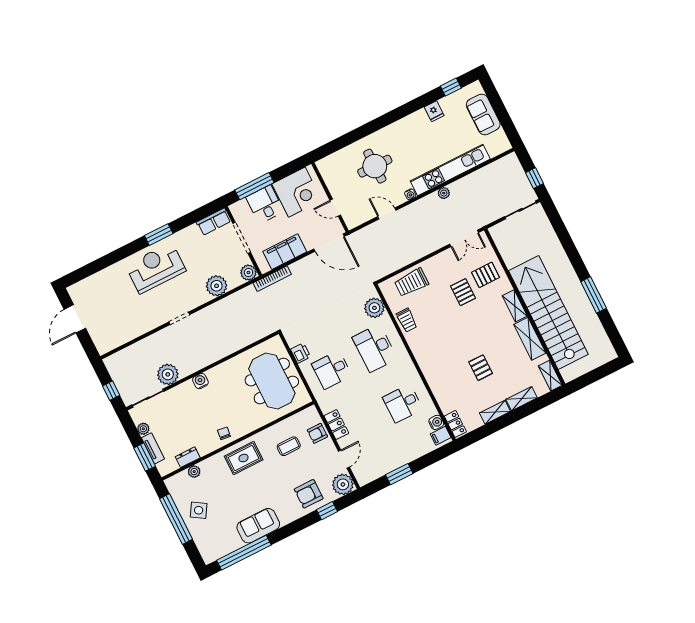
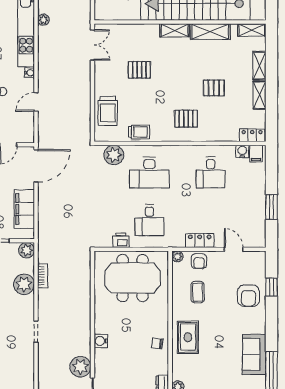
plant: (444, 193) -> (43, 20), moved
pallet: (485, 275) -> (186, 119), moved, turned 90
bookcase: (272, 279) -> (43, 276), moved, width x0.64
plant: (343, 484) -> (177, 256), moved, width x0.53, depth x0.53

